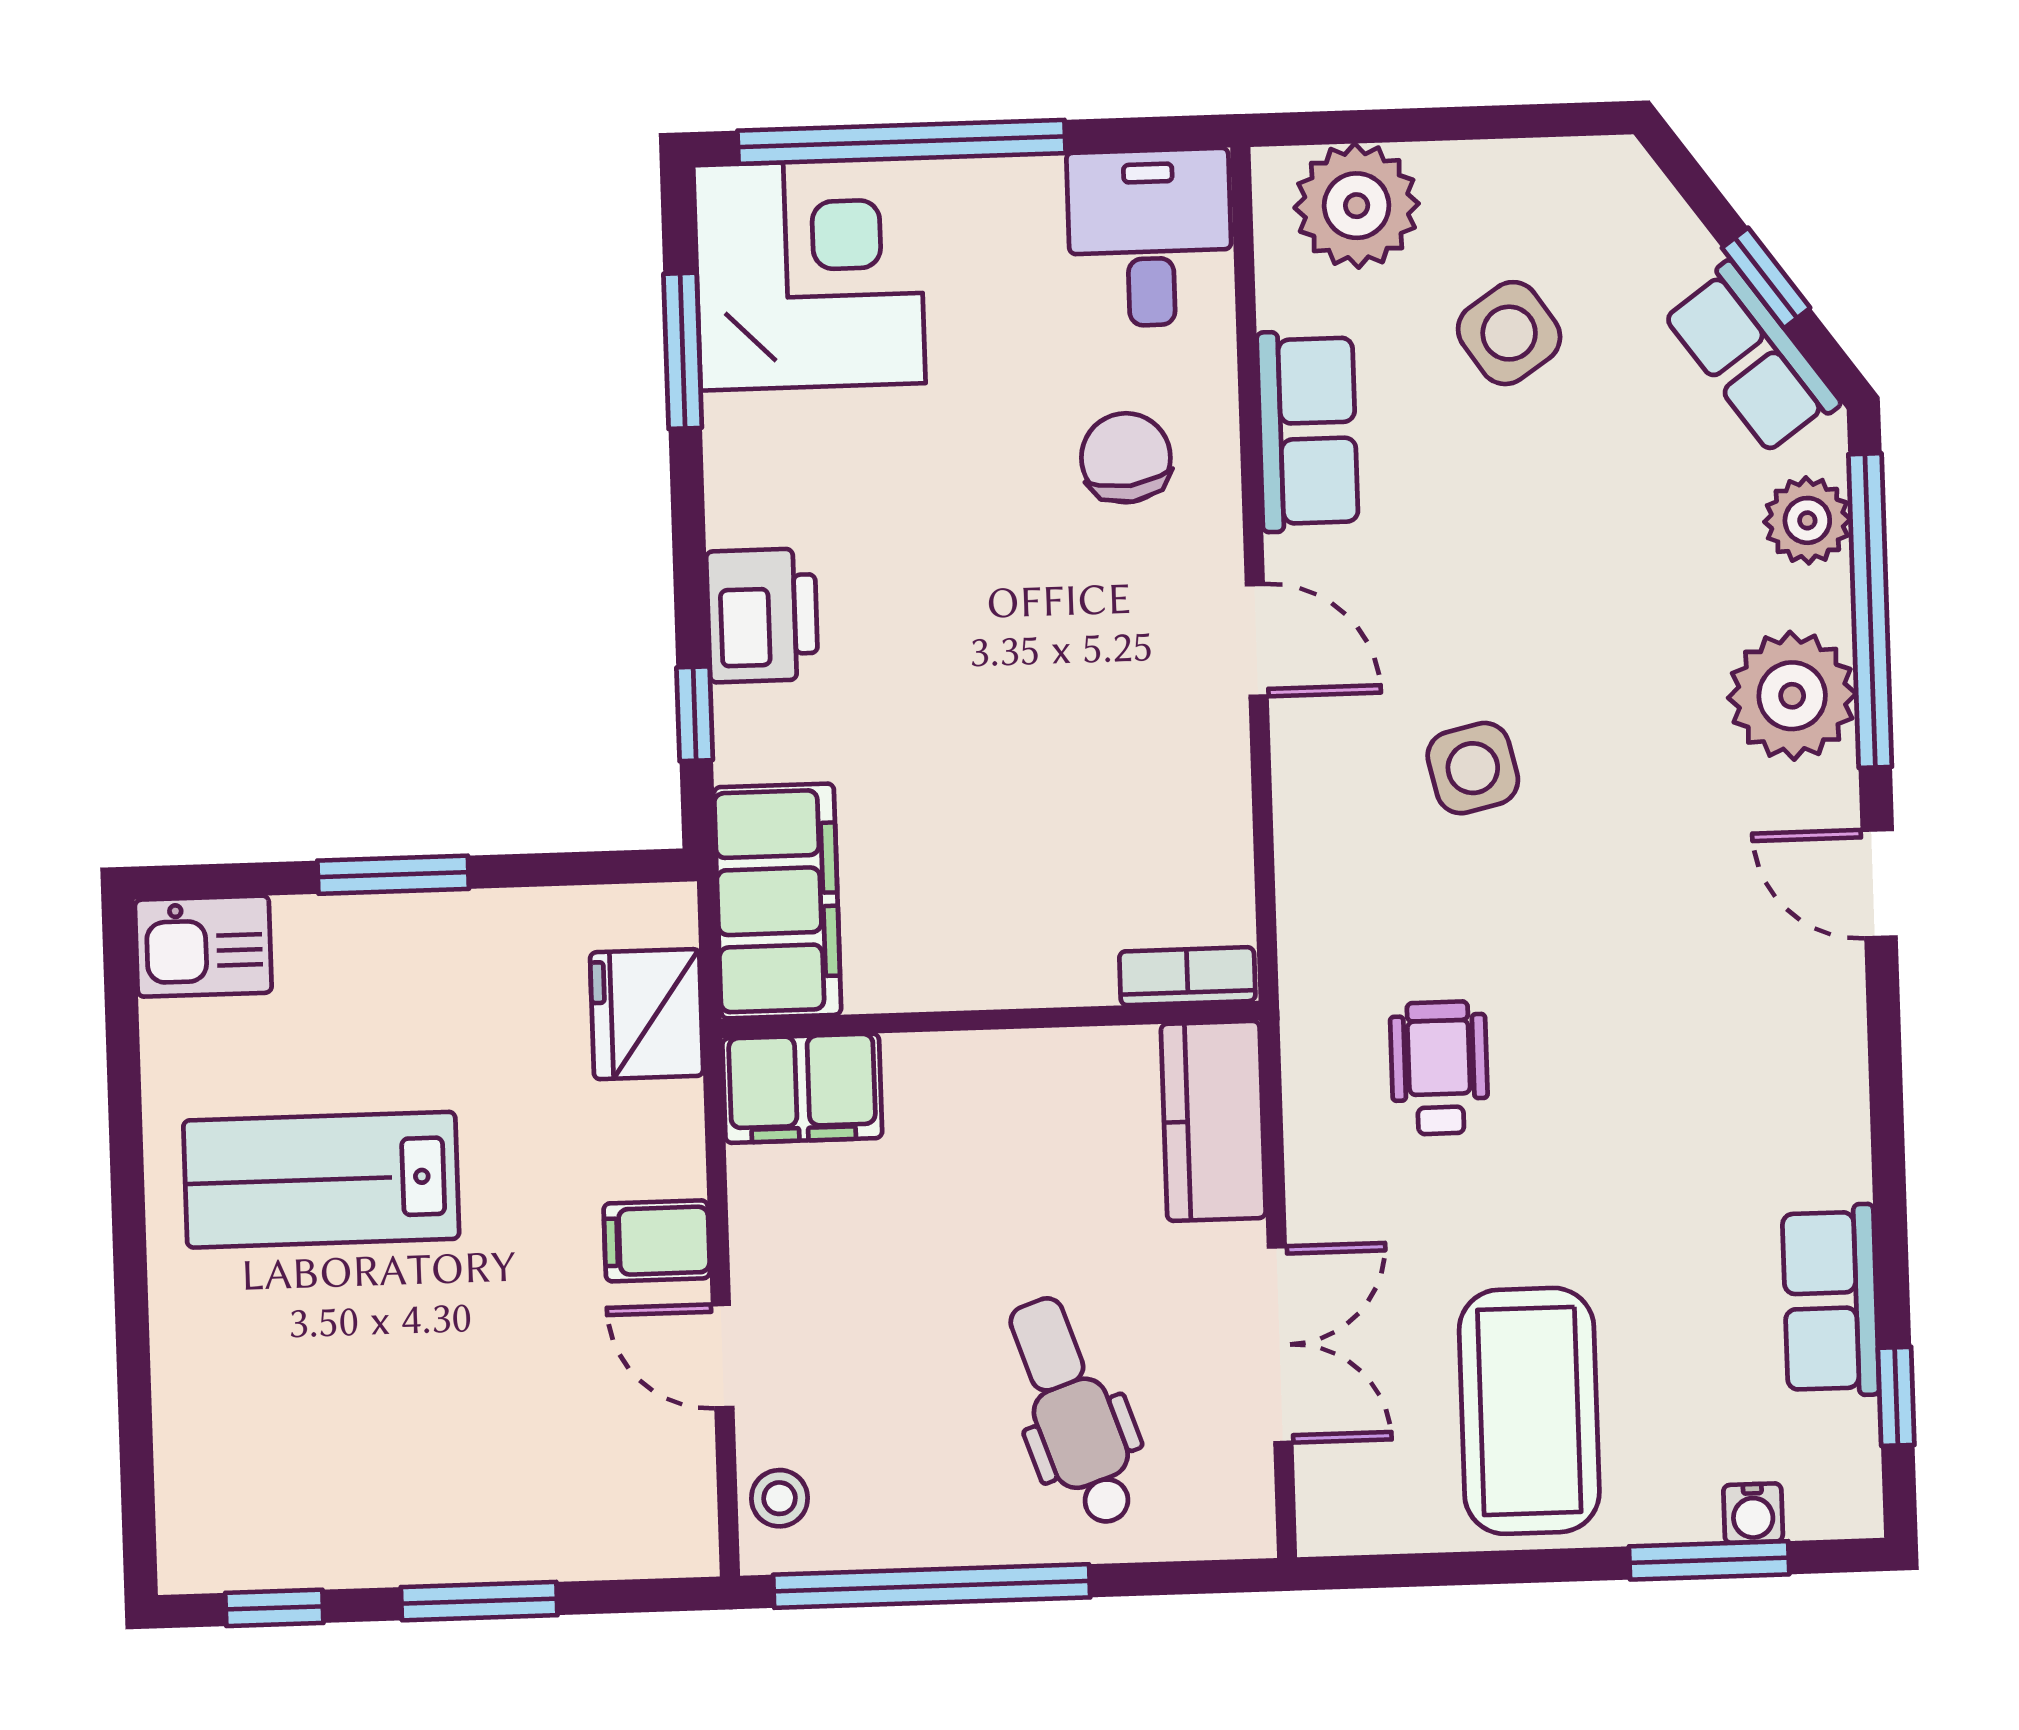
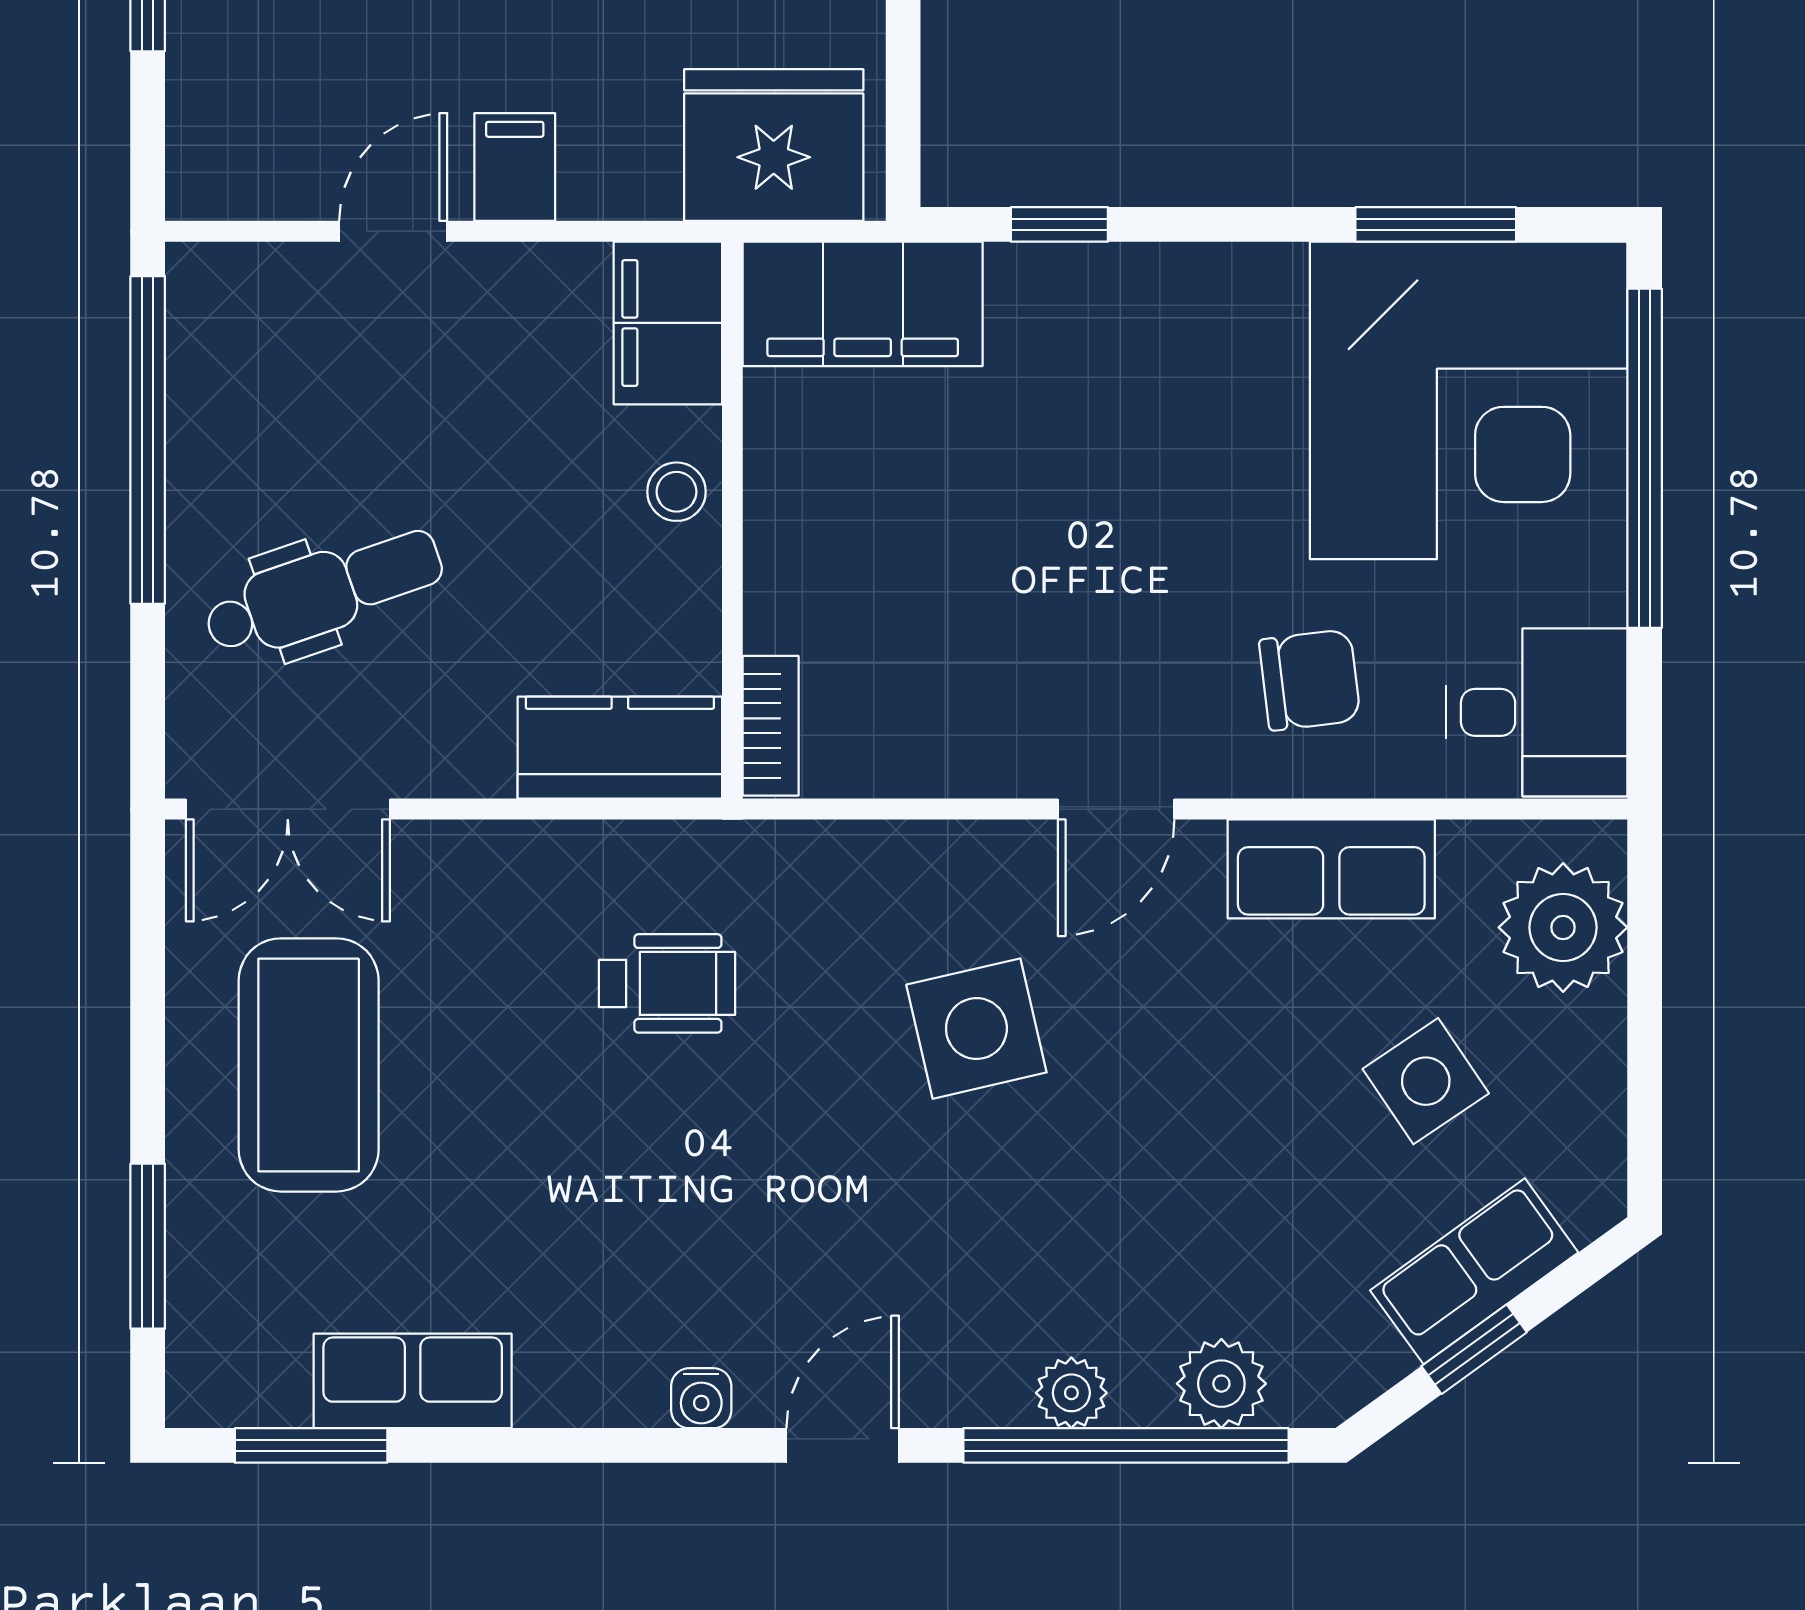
corner desk: (809, 274) -> (1469, 400), width x1.36, depth x1.36
row of seats: (1751, 358) -> (1474, 1271), moved
printer: (762, 615) -> (1159, 298), removed
plant: (1792, 696) -> (1071, 1393), width x0.53, depth x0.53
side table: (1473, 768) -> (976, 1029), width x1.37, depth x1.37
fridge: (647, 1014) -> (774, 145), width x1.36, depth x1.34
double door: (1280, 1345) -> (288, 809), moved
window: (1896, 1396) -> (311, 1445), width x1.50
coffee table: (1529, 1411) -> (309, 1065), turned 90
stool: (779, 1498) -> (676, 492), moved
water cooler: (1753, 1513) -> (701, 1398), moved, turned -90

